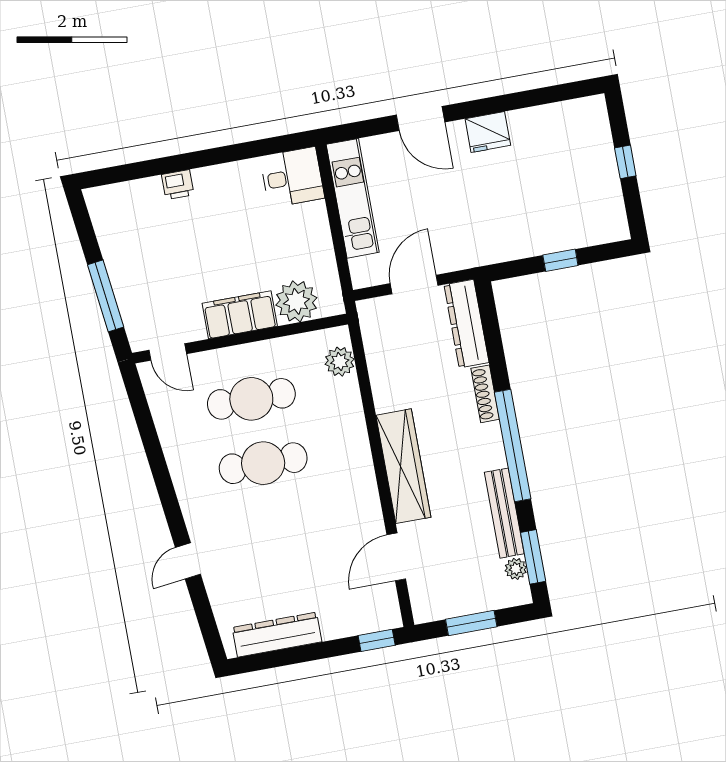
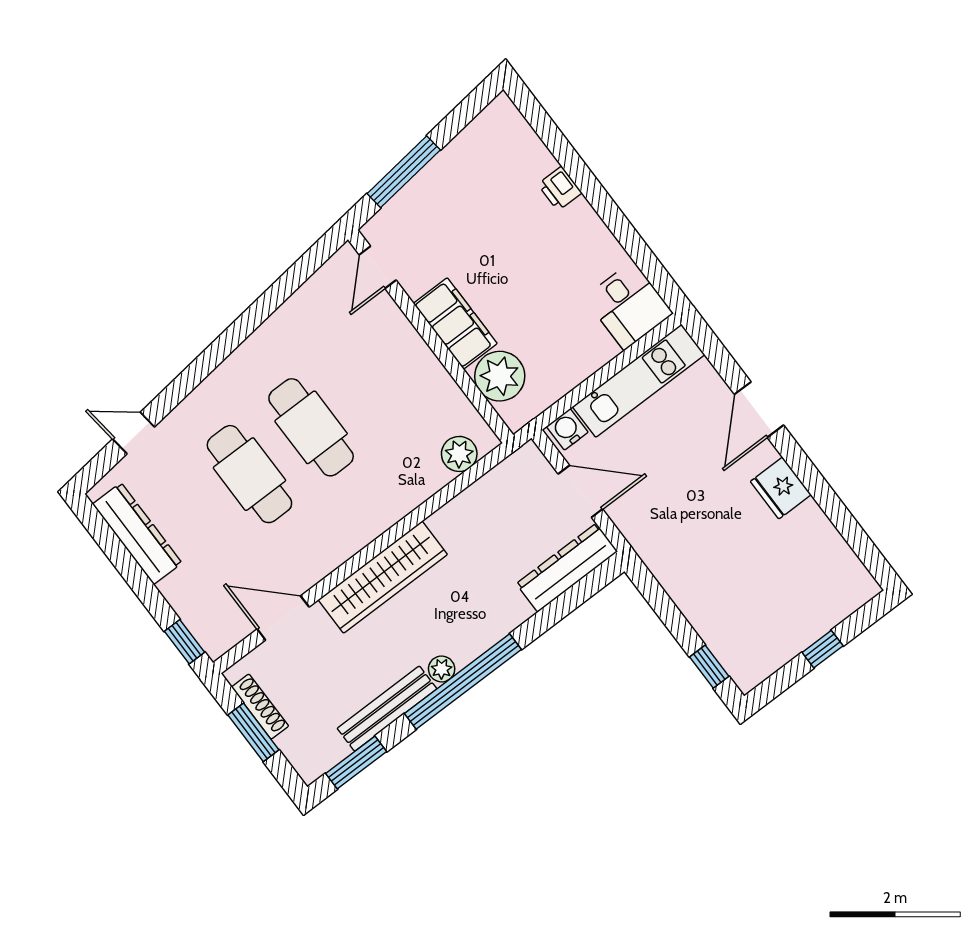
window: (560, 260) -> (709, 667), moved
water cooler: (362, 271) -> (567, 429), added
shoe rack: (485, 394) -> (260, 707), moved, turned 90
cafe table: (251, 399) -> (249, 474), moved
door: (188, 561) -> (134, 433), moved
plant: (516, 569) -> (442, 669), moved

